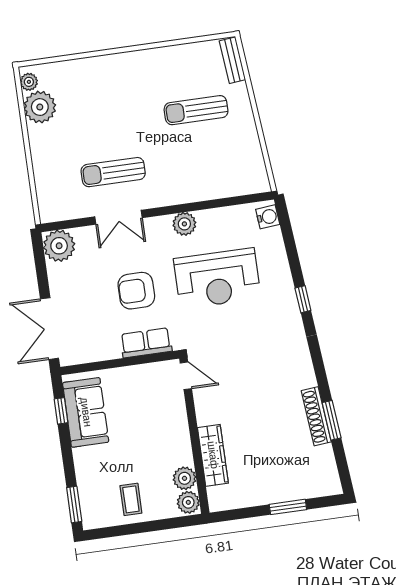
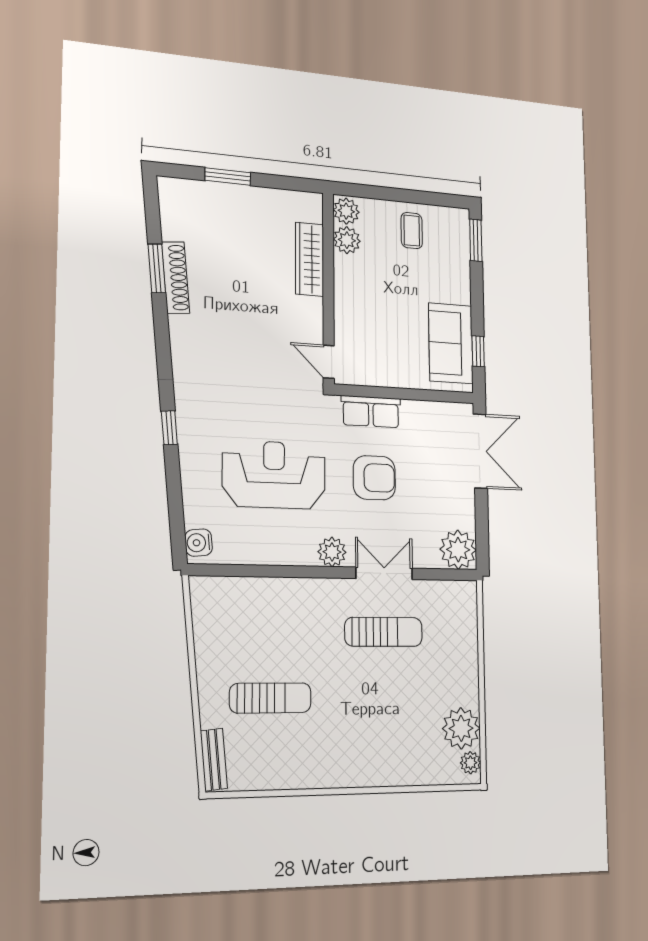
plant: (184, 224) -> (332, 552), moved

